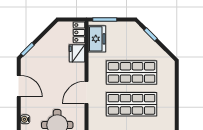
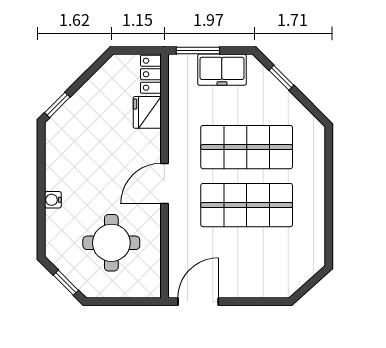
freezer: (97, 39) -> (222, 70), moved, turned 90
door: (19, 86) -> (41, 172), removed
water cooler: (25, 119) -> (53, 200), moved

